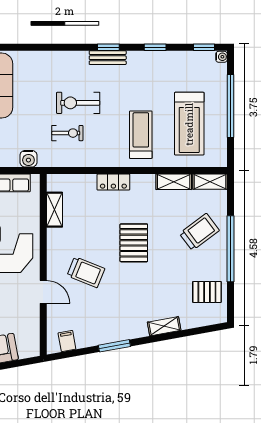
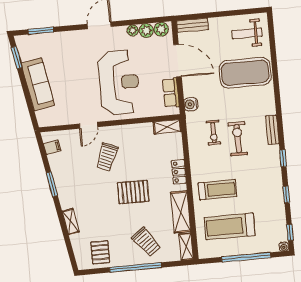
bench: (108, 58) -> (272, 130), moved
shelving: (174, 182) -> (181, 212), width x1.50, depth x1.33
shelving: (55, 210) -> (167, 127), moved

